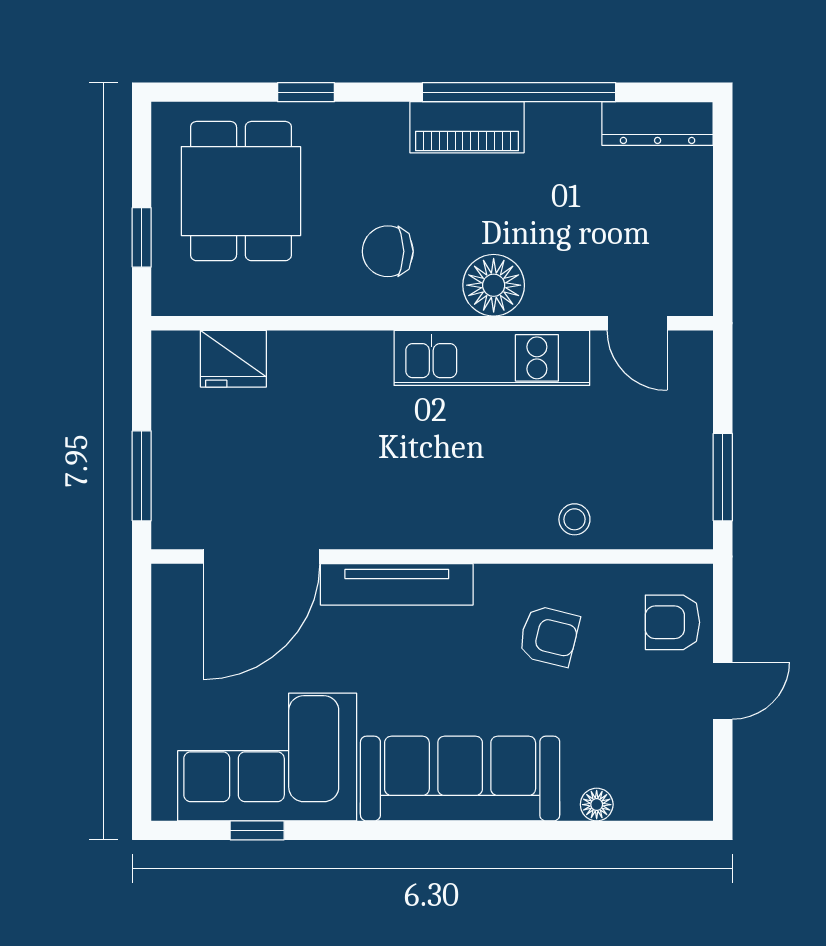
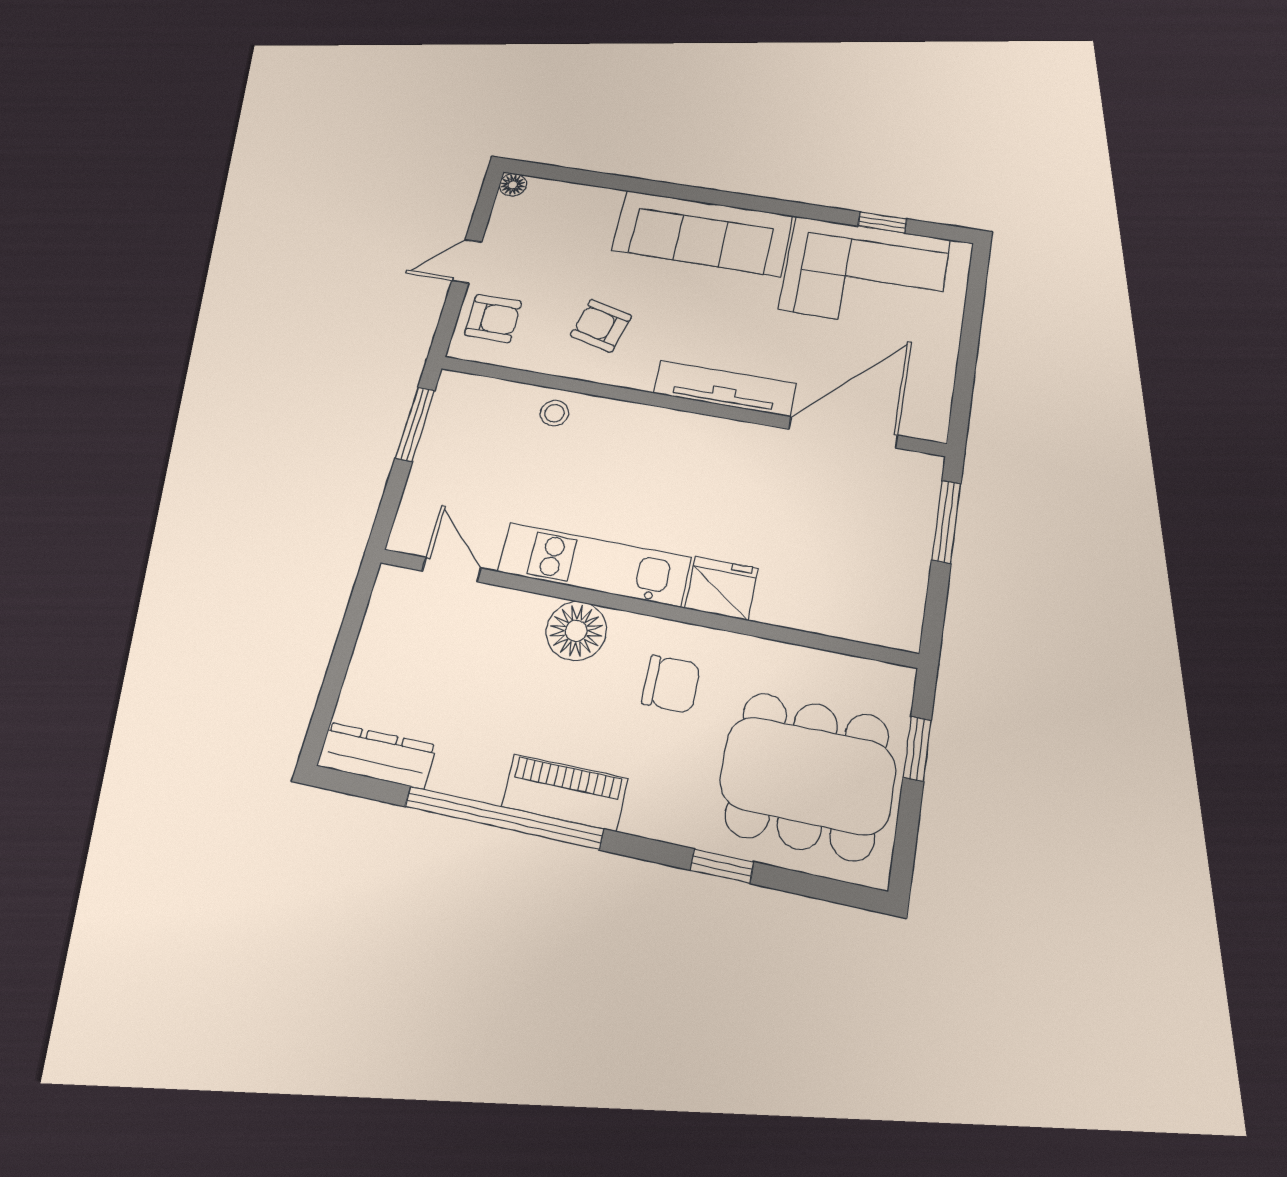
dining table: (241, 191) -> (808, 775), width x1.38
fridge: (233, 359) -> (721, 588), moved
floor lamp: (597, 805) -> (513, 185), moved

